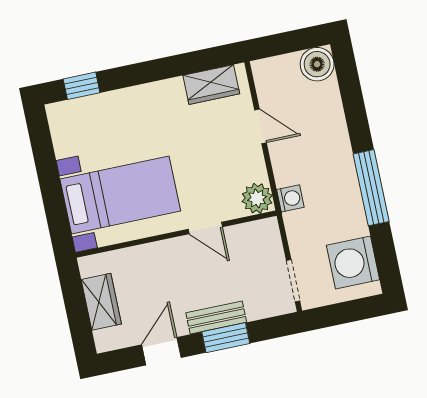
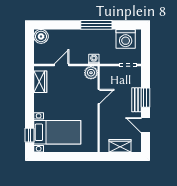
bed with nightstands: (120, 195) -> (57, 132), moved, turned 90

